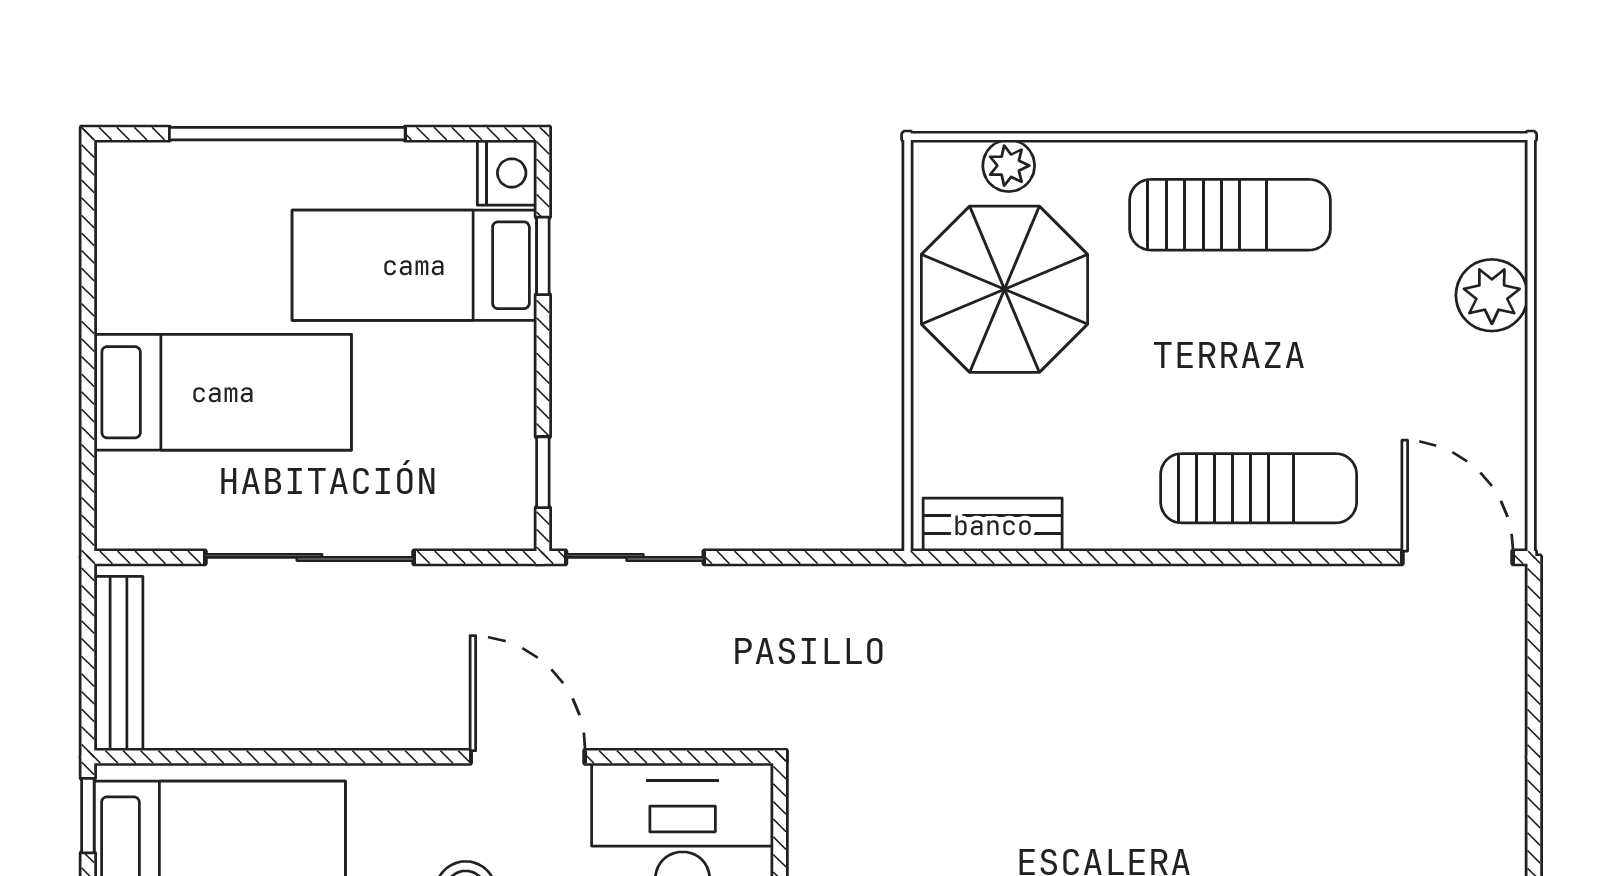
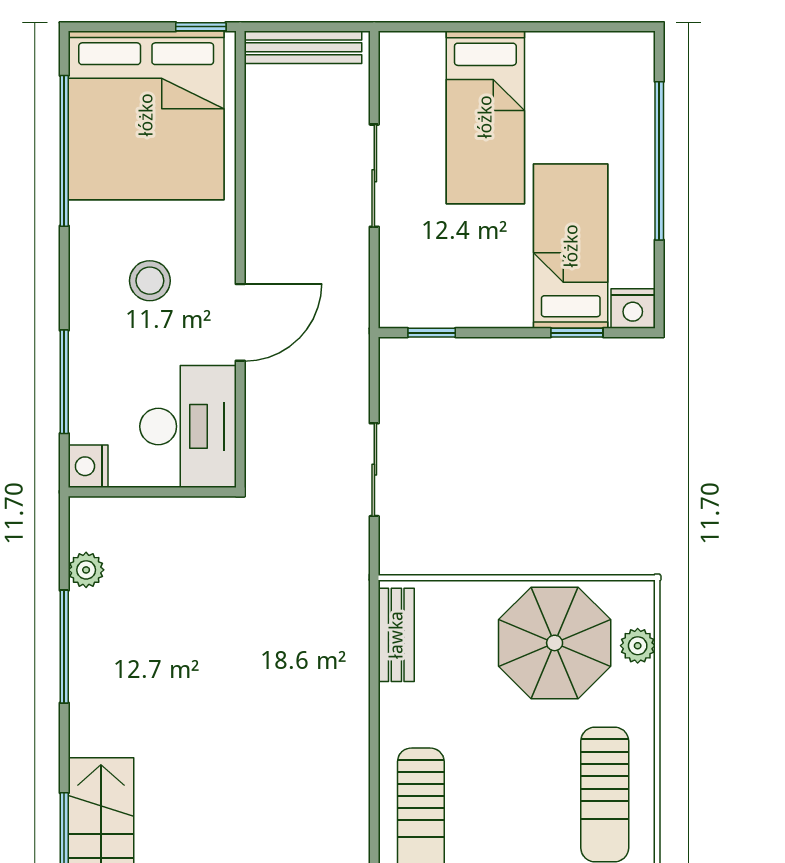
sliding door: (309, 557) -> (374, 176), width x0.73
sliding door: (635, 557) -> (374, 470), moved

